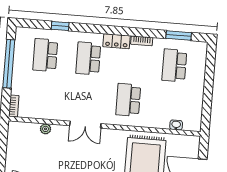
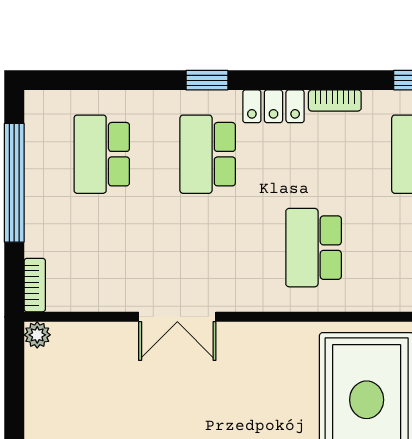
window: (60, 26) -> (207, 80), moved
double door: (85, 125) -> (177, 317), moved
plant: (46, 129) -> (37, 335), moved

